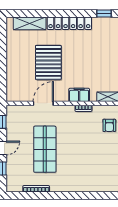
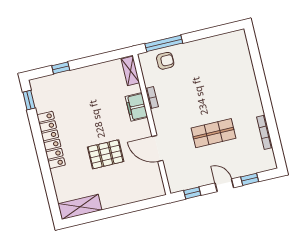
shelving: (30, 23) -> (80, 207), moved, turned 90
pallet: (48, 62) -> (106, 154), width x0.73, depth x0.71
shop shelf: (45, 149) -> (213, 133), width x0.70, depth x0.74

